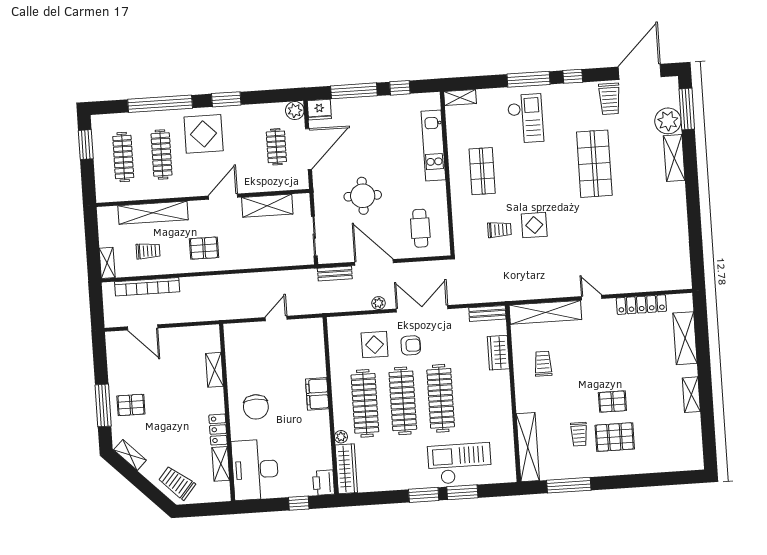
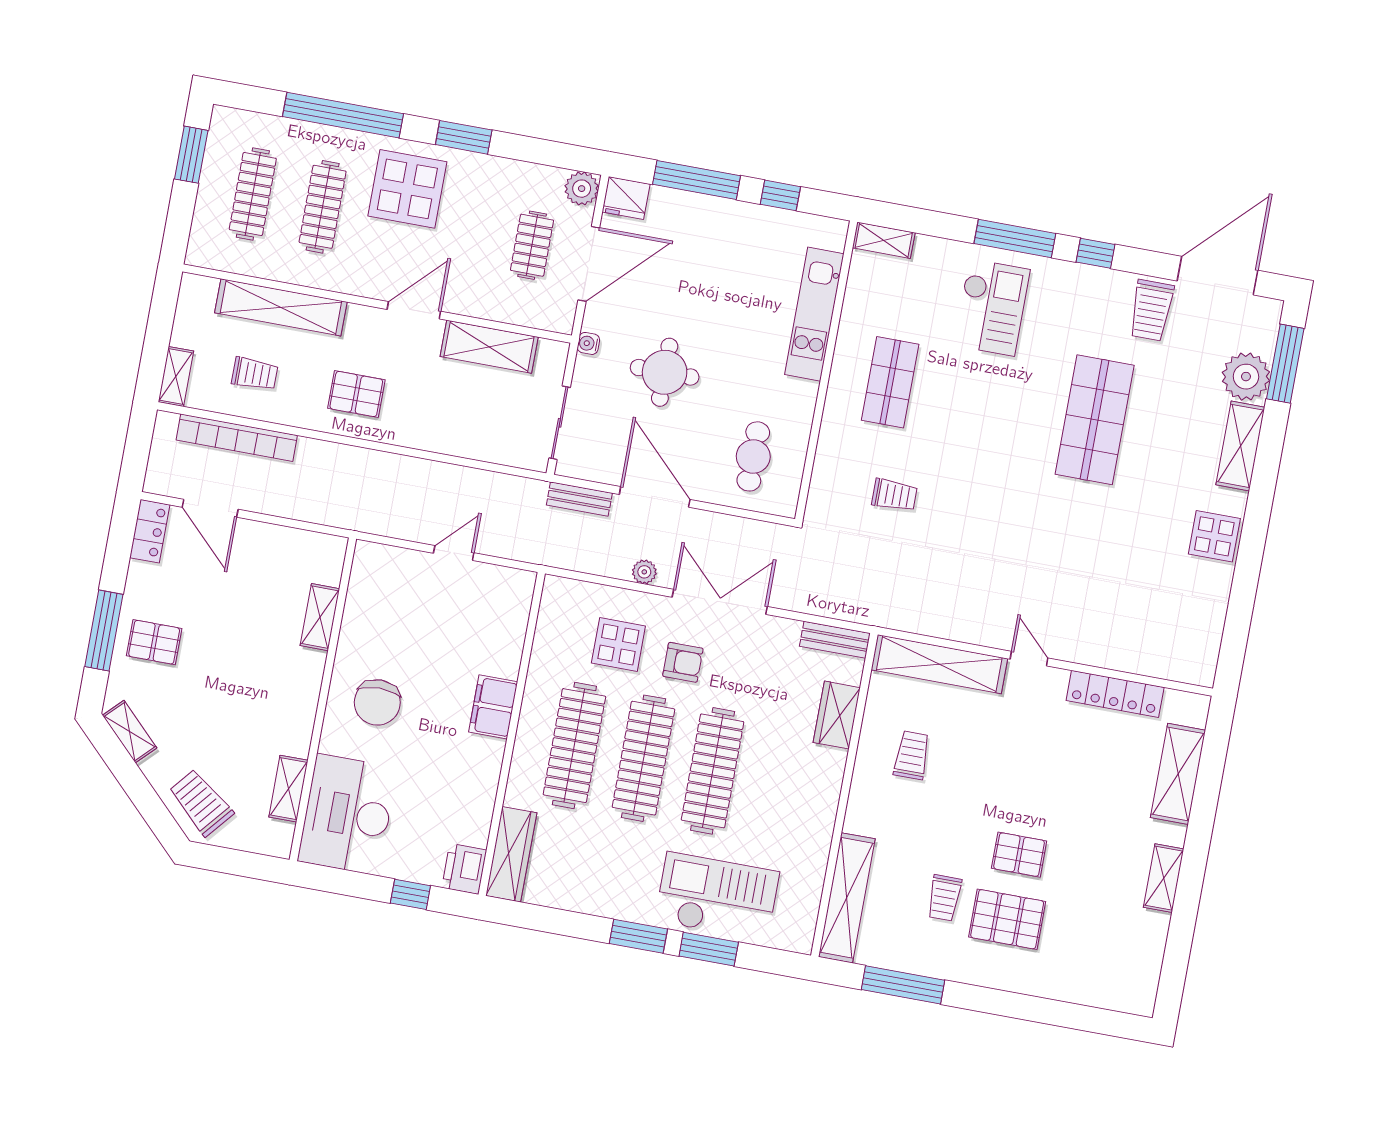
water cooler: (319, 191) -> (588, 343), added
display table: (534, 225) -> (1214, 536), moved
locker: (218, 430) -> (150, 531), moved, turned 180
plant: (341, 437) -> (516, 794), removed

